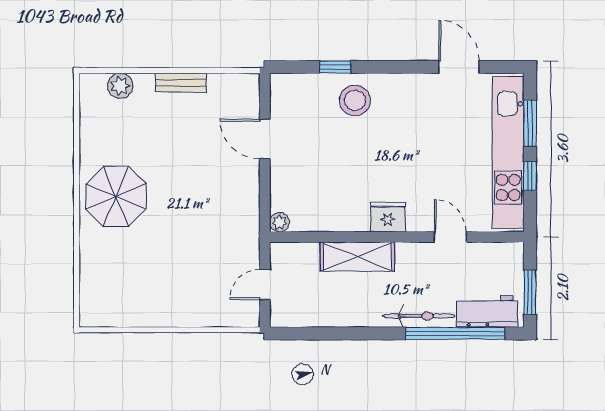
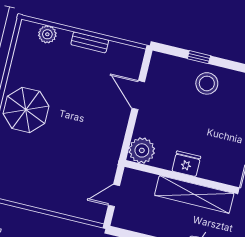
fridge: (388, 217) -> (186, 164), moved
plant: (279, 222) -> (142, 150), width x1.88, depth x1.88
shelving: (357, 257) -> (194, 194), width x1.47

